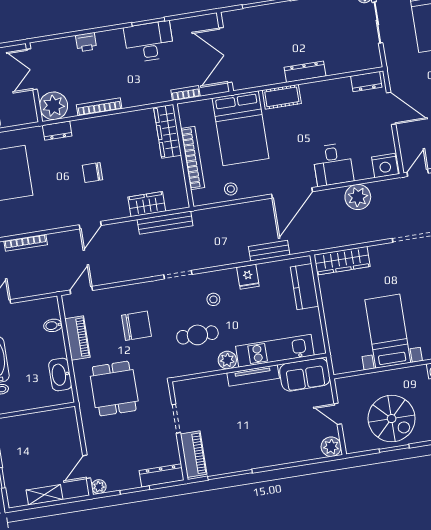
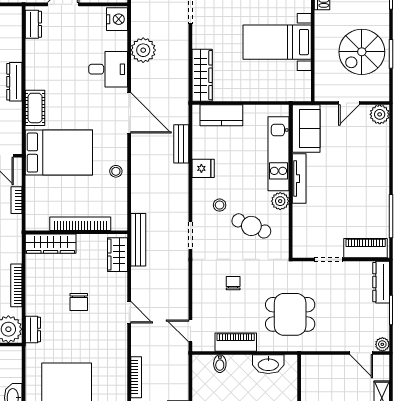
wardrobe: (168, 131) -> (51, 244), moved
wall: (183, 156) -> (76, 232), moved
bookcase: (193, 158) -> (80, 224), moved
chair: (136, 326) -> (233, 283), width x0.54, depth x0.54
cafe table: (197, 335) -> (251, 226), turned -67
spiral stairs: (392, 419) -> (362, 52), turned 180

